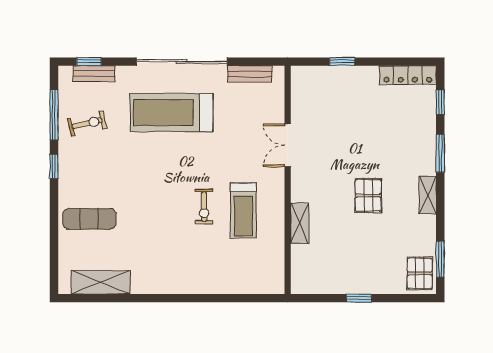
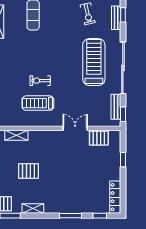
window: (263, 62) -> (123, 114), added
pallet: (305, 104) -> (99, 138), added
shelving: (428, 195) -> (33, 208), moved
pallet: (368, 196) -> (28, 171), moved
shelving: (300, 223) -> (16, 135), moved

